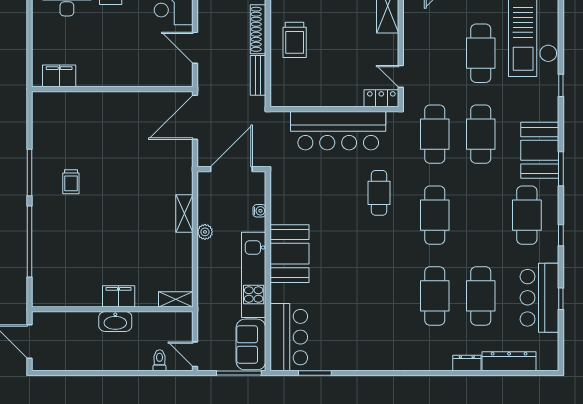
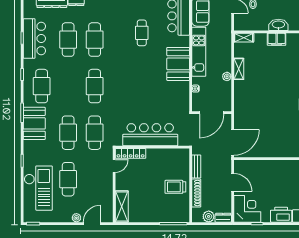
trolley: (295, 40) -> (175, 187), turned -90
door: (401, 76) -> (114, 166), hinge flipped
locker: (381, 98) -> (131, 153), width x1.53
cafe table: (379, 193) -> (142, 33), moved
shelving: (184, 214) -> (239, 69), moved

